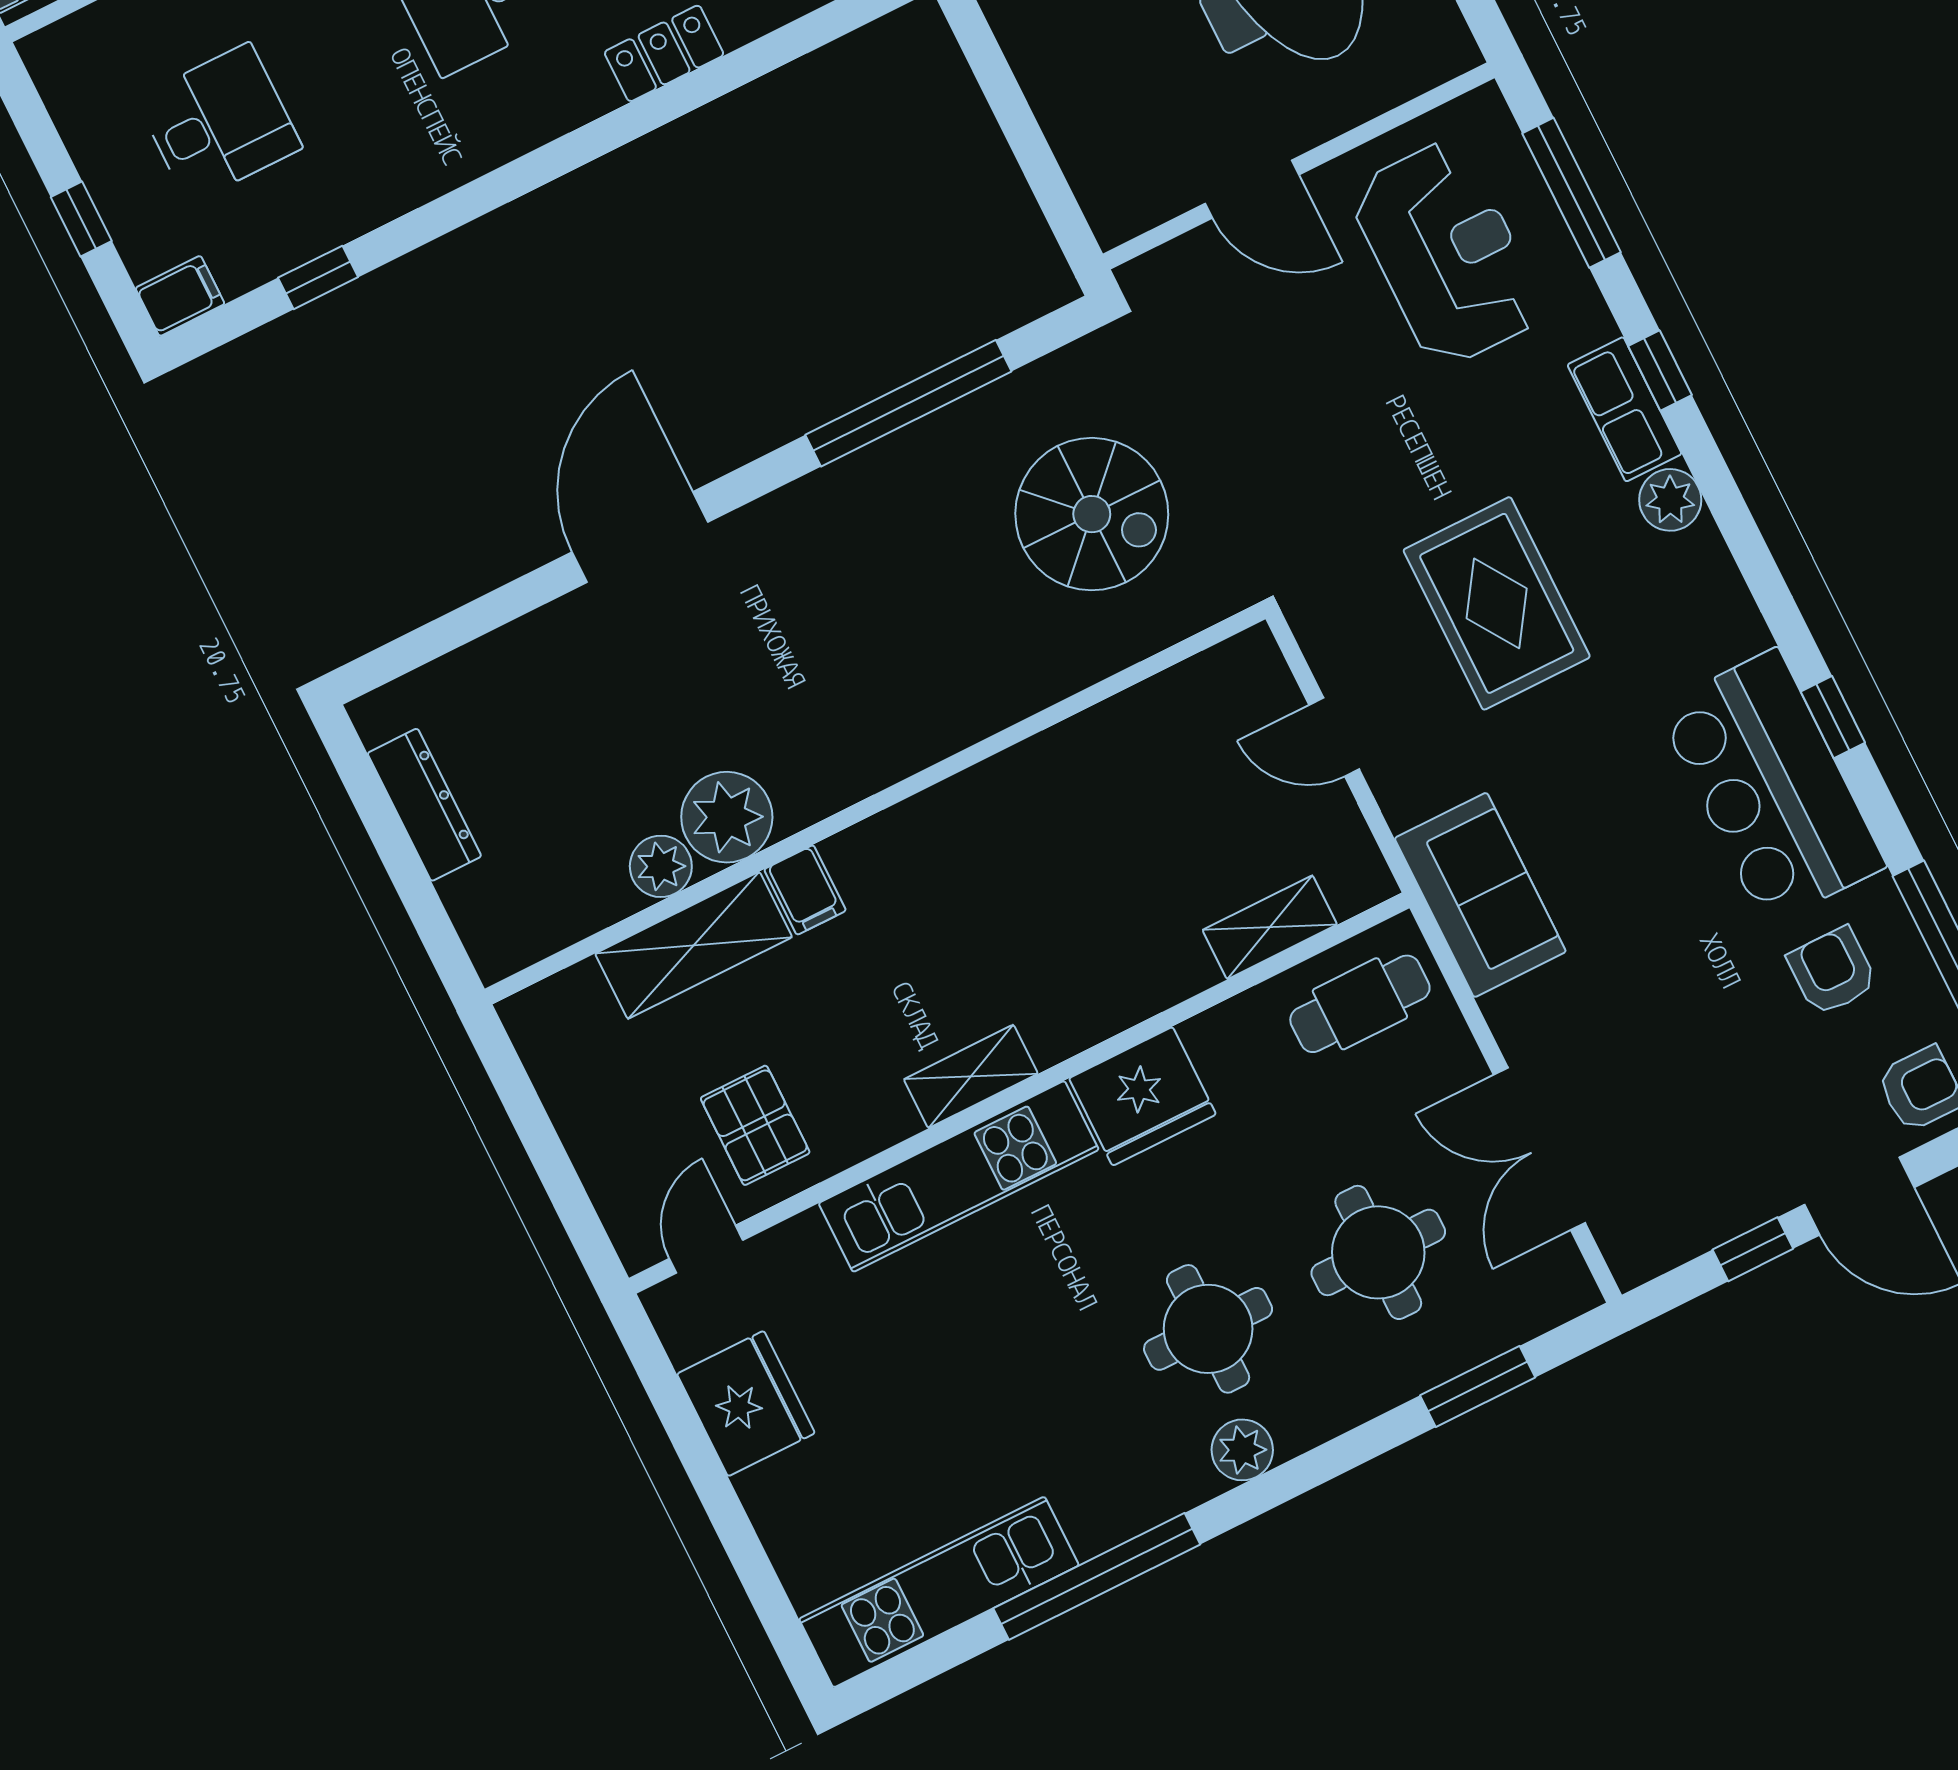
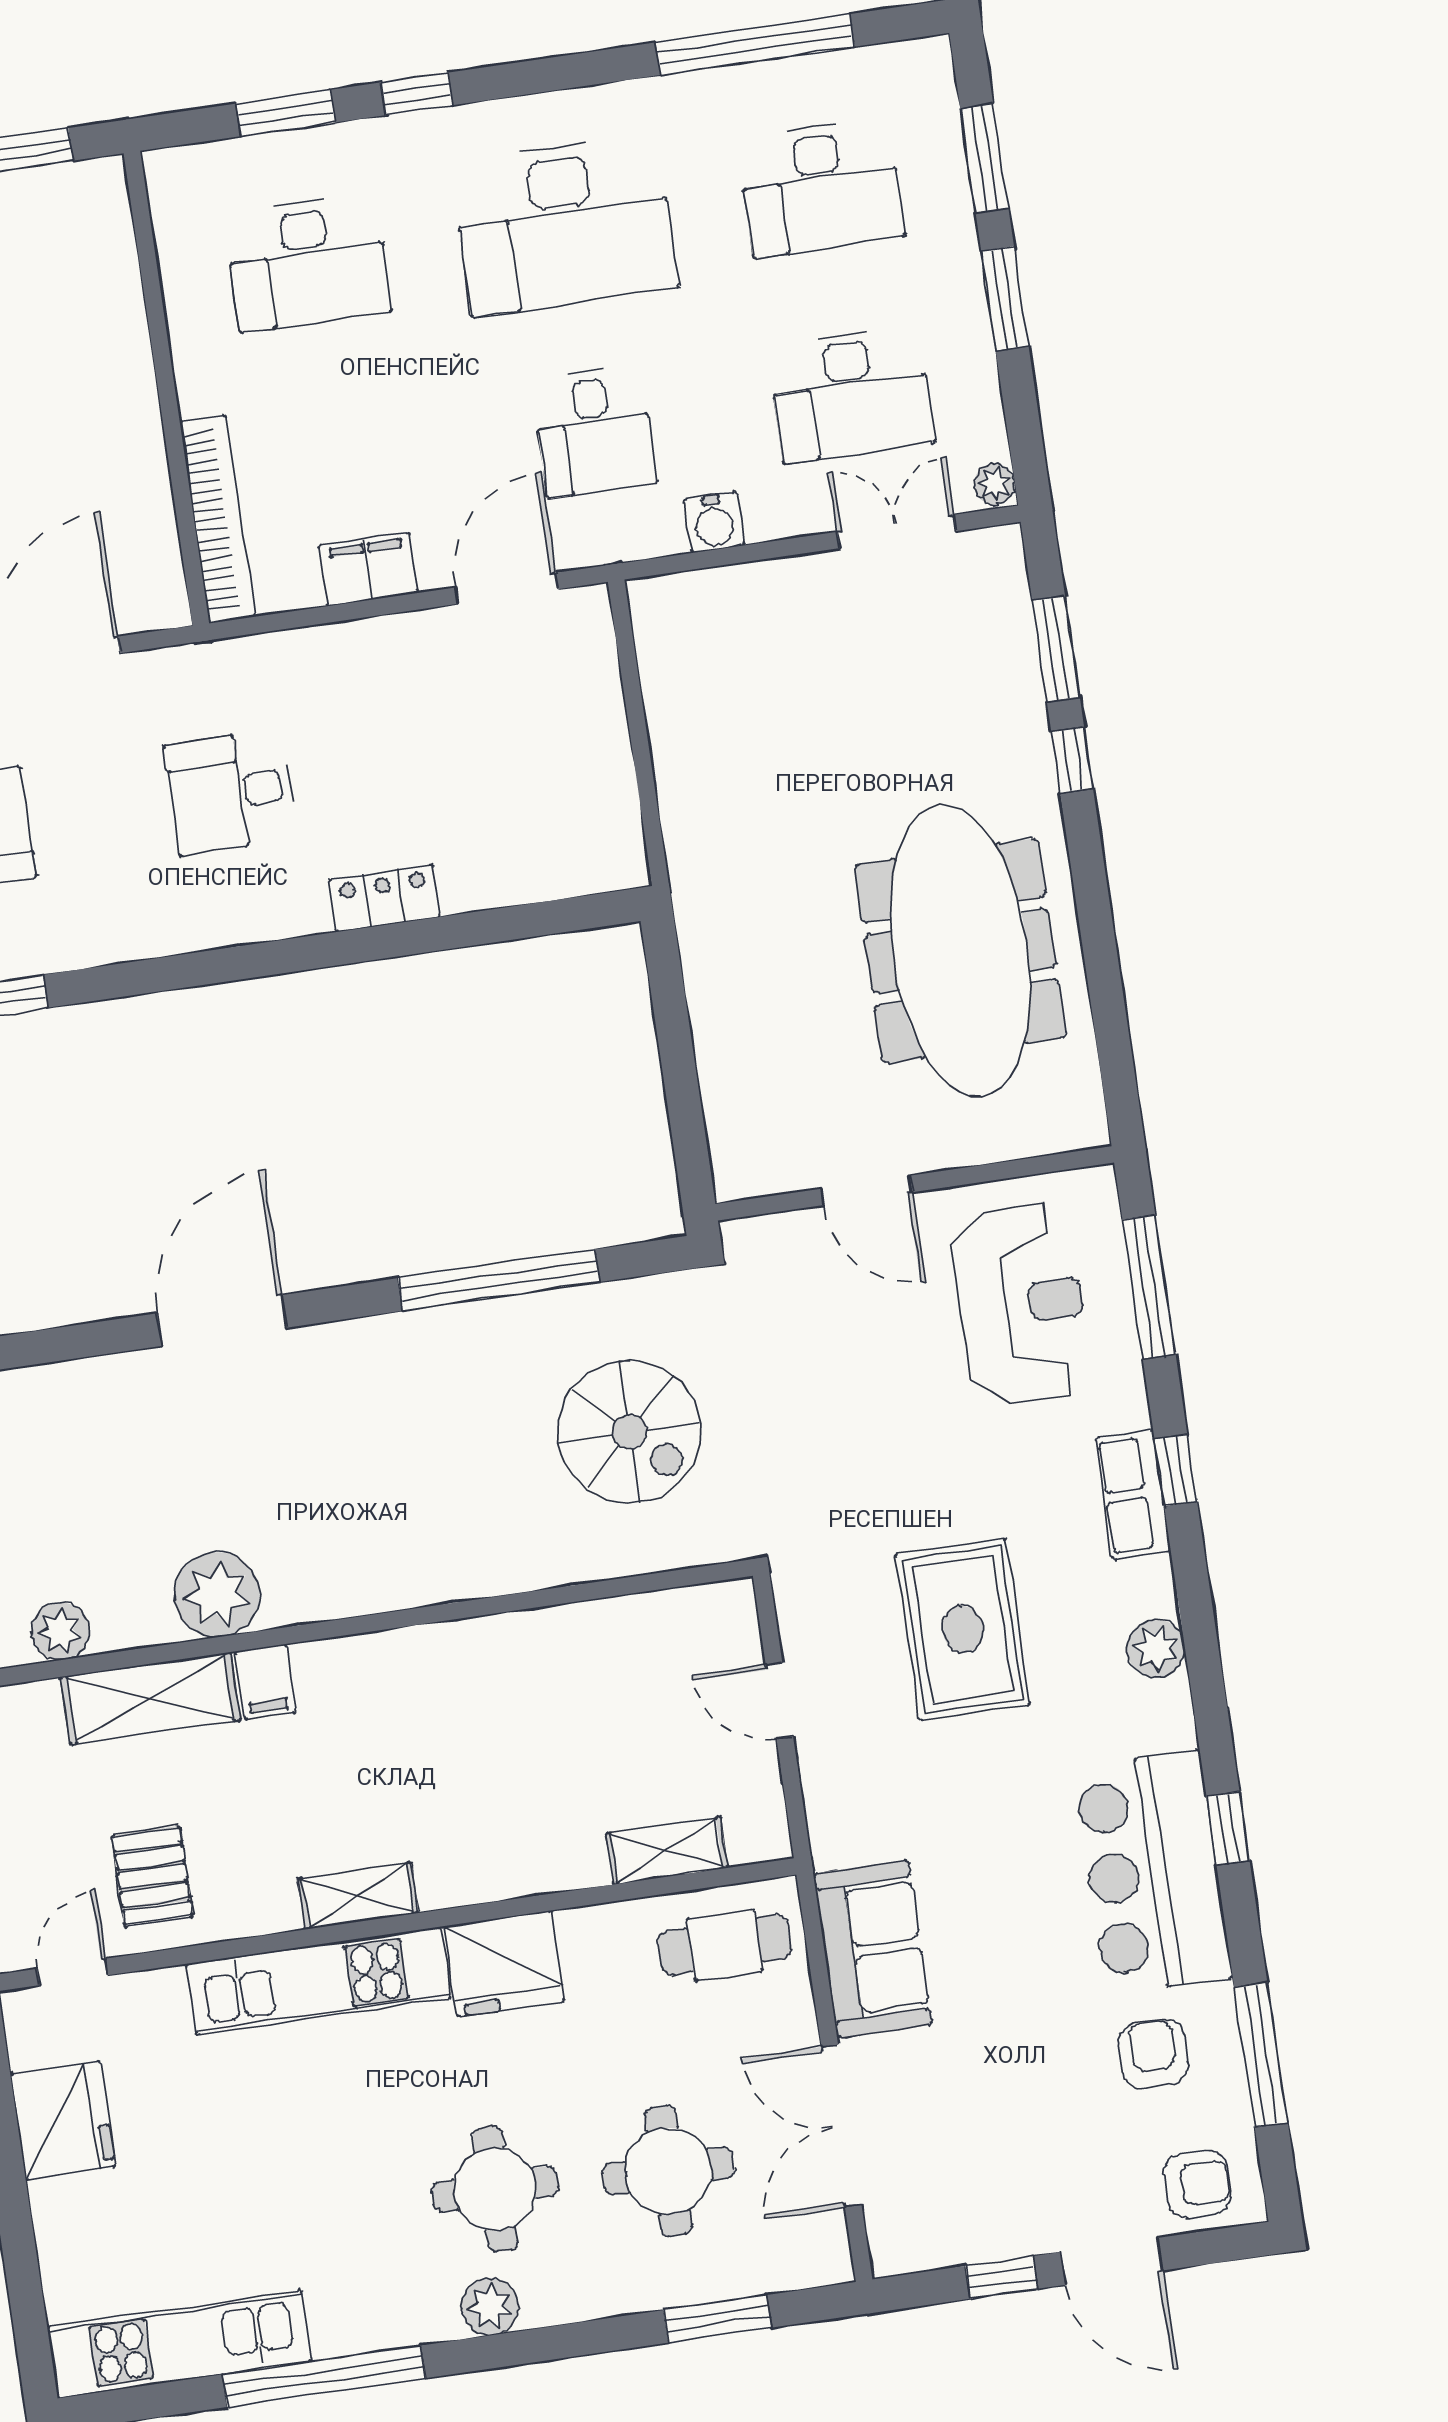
plant: (1670, 500) -> (1156, 1648), moved
plant: (661, 866) -> (60, 1631), moved
sofa: (1480, 895) -> (873, 1949), moved

